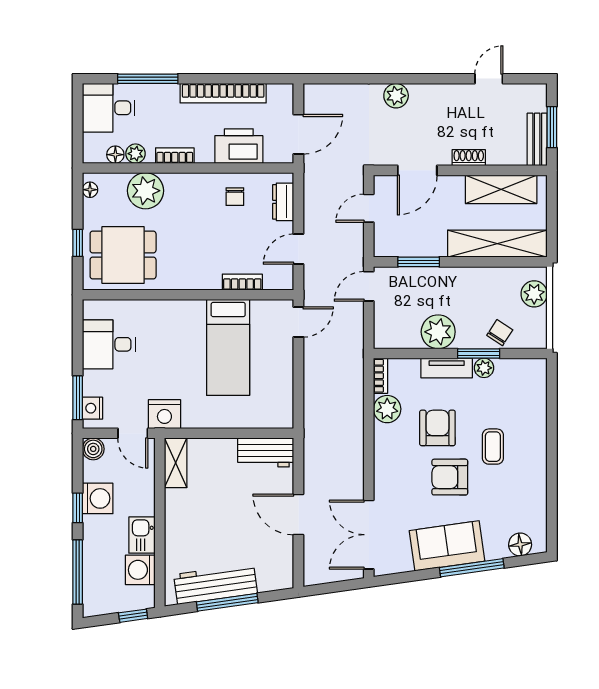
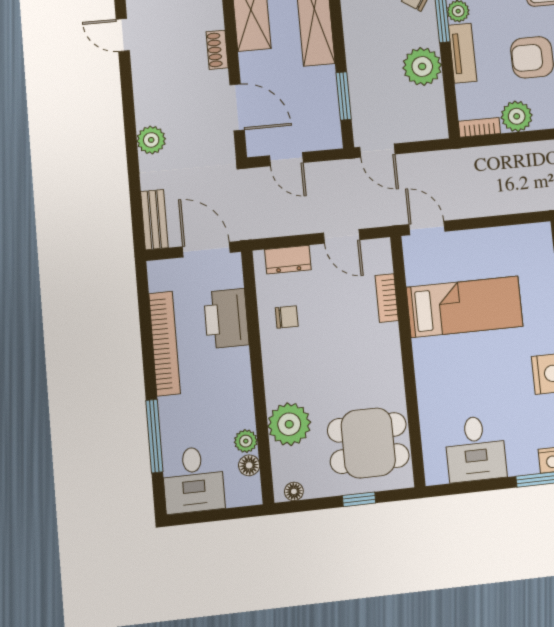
bench: (328, 93) -> (154, 220), added
bookcase: (175, 156) -> (244, 394), removed
dining table: (123, 255) -> (368, 443), turned 90

